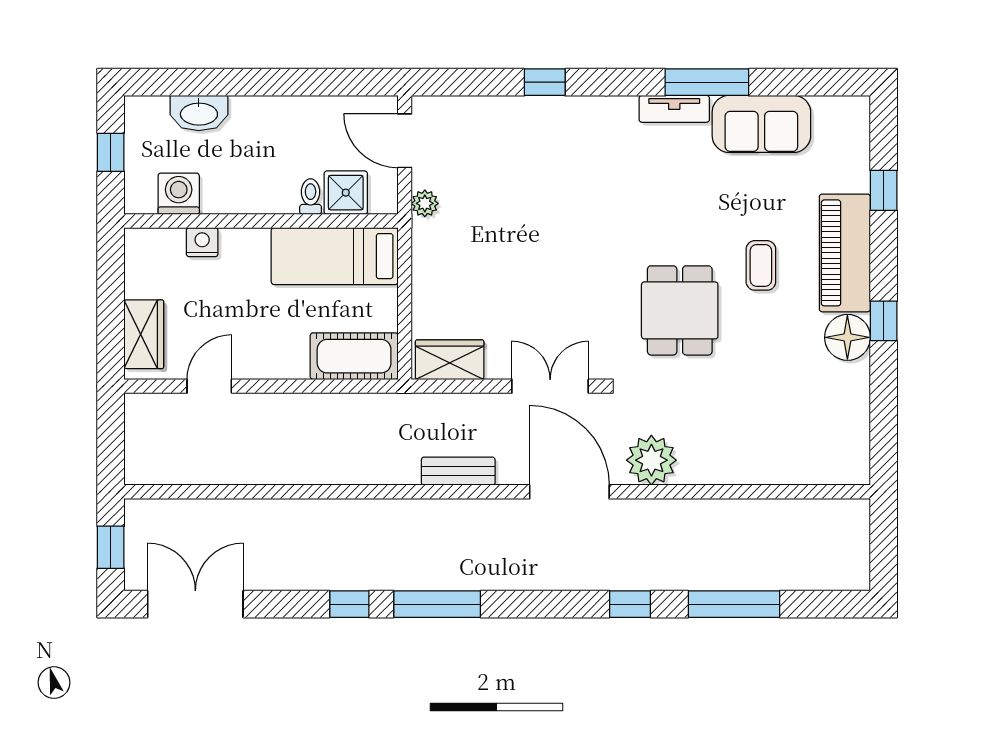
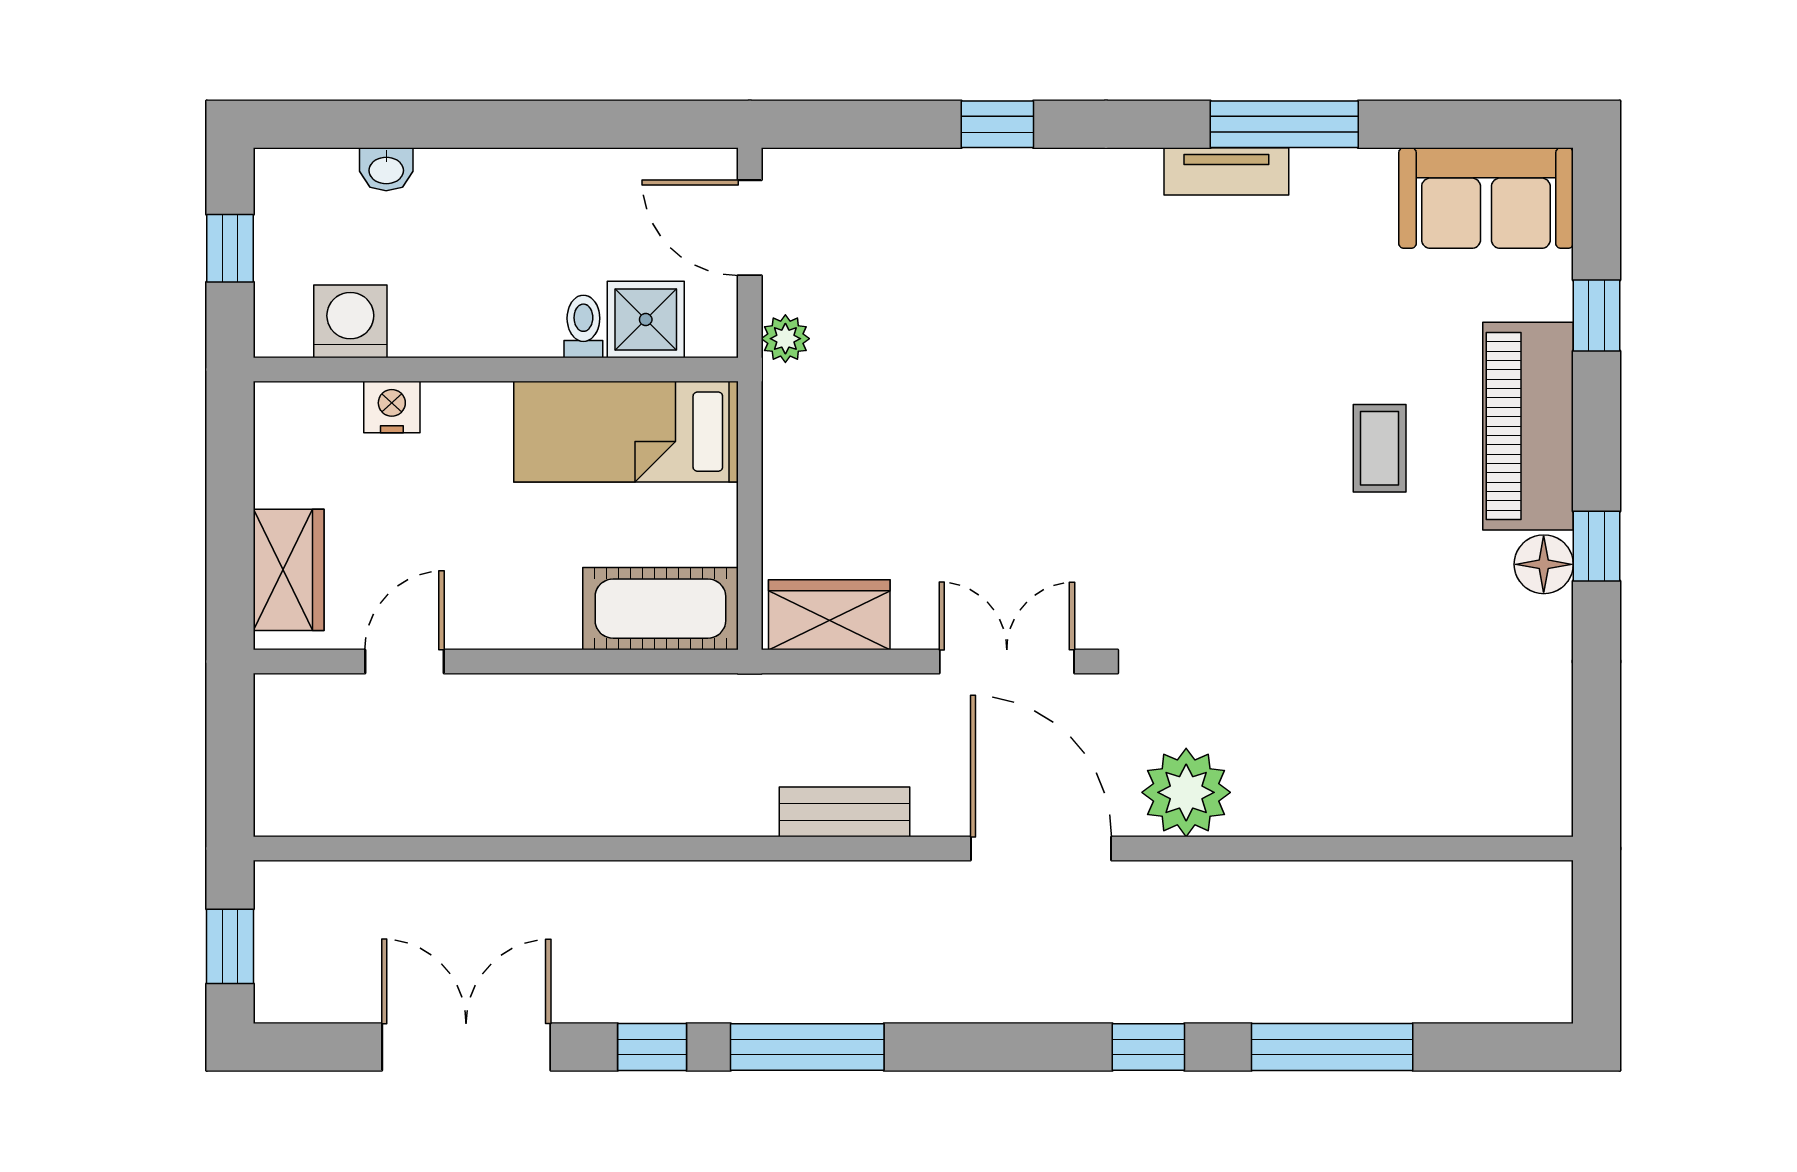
washbasin: (199, 113) -> (386, 169), width x0.52, depth x0.69
sofa: (761, 124) -> (1486, 198), moved
dining table: (680, 310) -> (1236, 528), removed
floor lamp: (847, 337) -> (1544, 564), width x0.73, depth x0.73
double door: (195, 604) -> (466, 1047), moved

